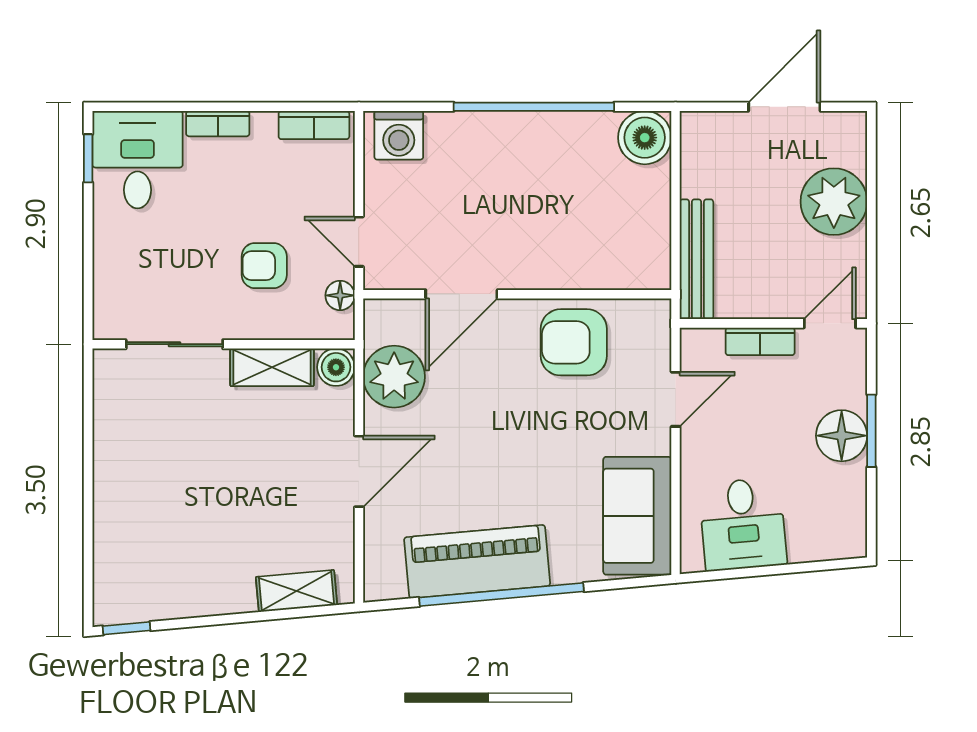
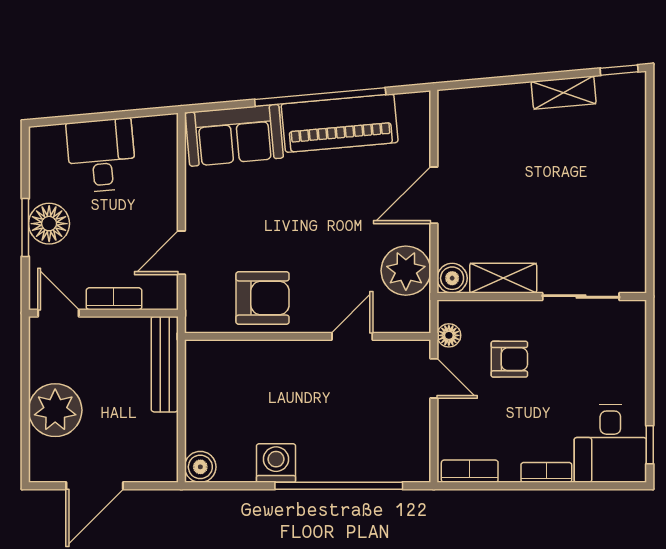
window: (534, 107) -> (339, 486), moved
washing machine: (399, 135) -> (276, 463), moved
boiler: (645, 138) -> (200, 467), width x0.73, depth x0.73
door: (461, 294) -> (352, 336), width x0.73
door: (830, 323) -> (58, 313), swing flipped
sofa: (637, 516) -> (234, 135), moved, turned 85
desk: (743, 524) -> (101, 155), moved
shelving: (296, 591) -> (564, 93), moved

